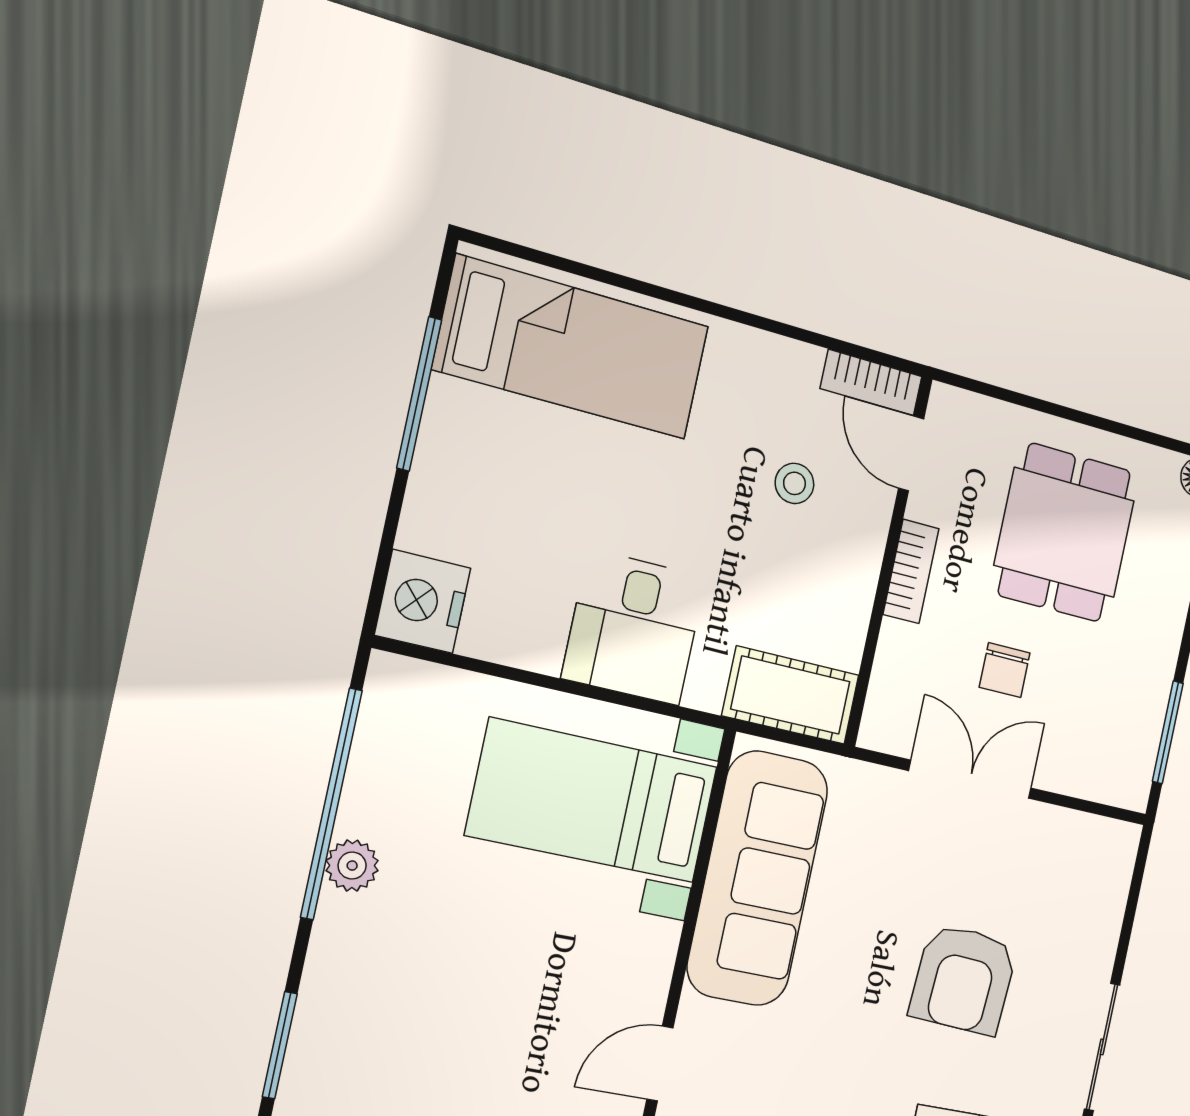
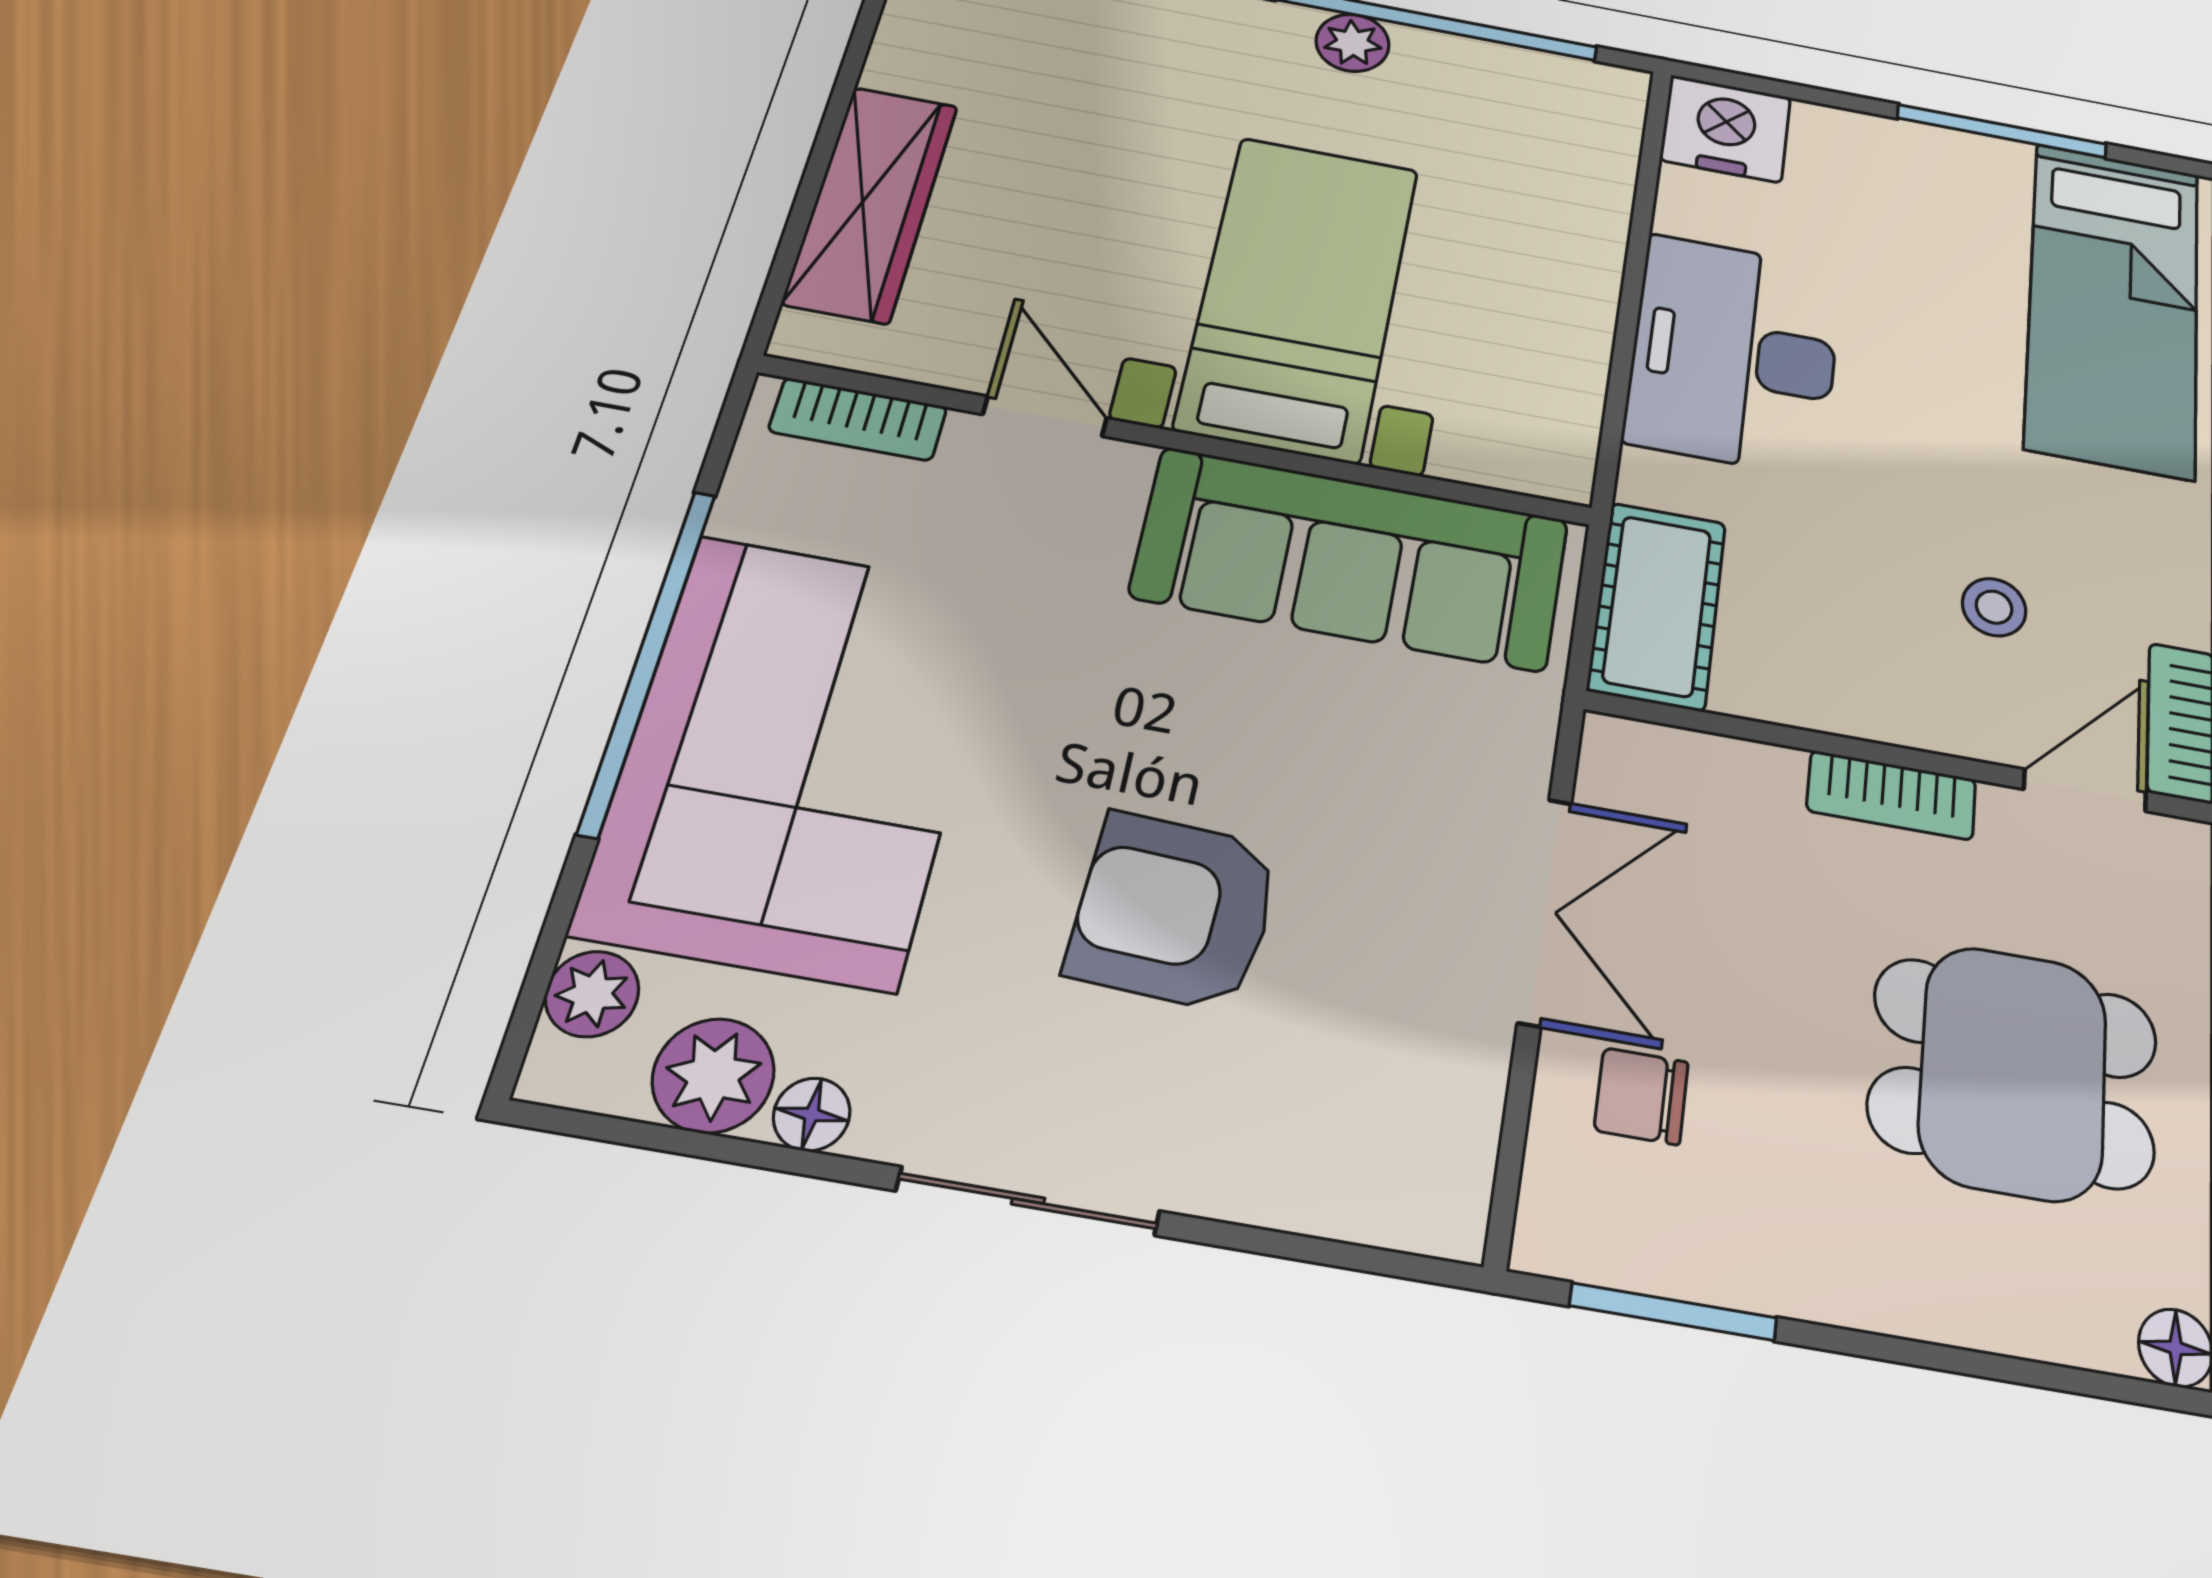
desk: (634, 628) -> (1734, 354), width x1.37
chair: (1005, 670) -> (1641, 1096), moved
bed with nightstands: (592, 801) -> (1299, 296), moved

